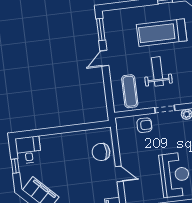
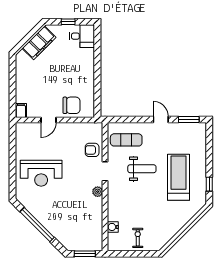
armchair: (144, 125) -> (92, 150), turned 90
chair: (101, 152) -> (72, 105), turned 90

